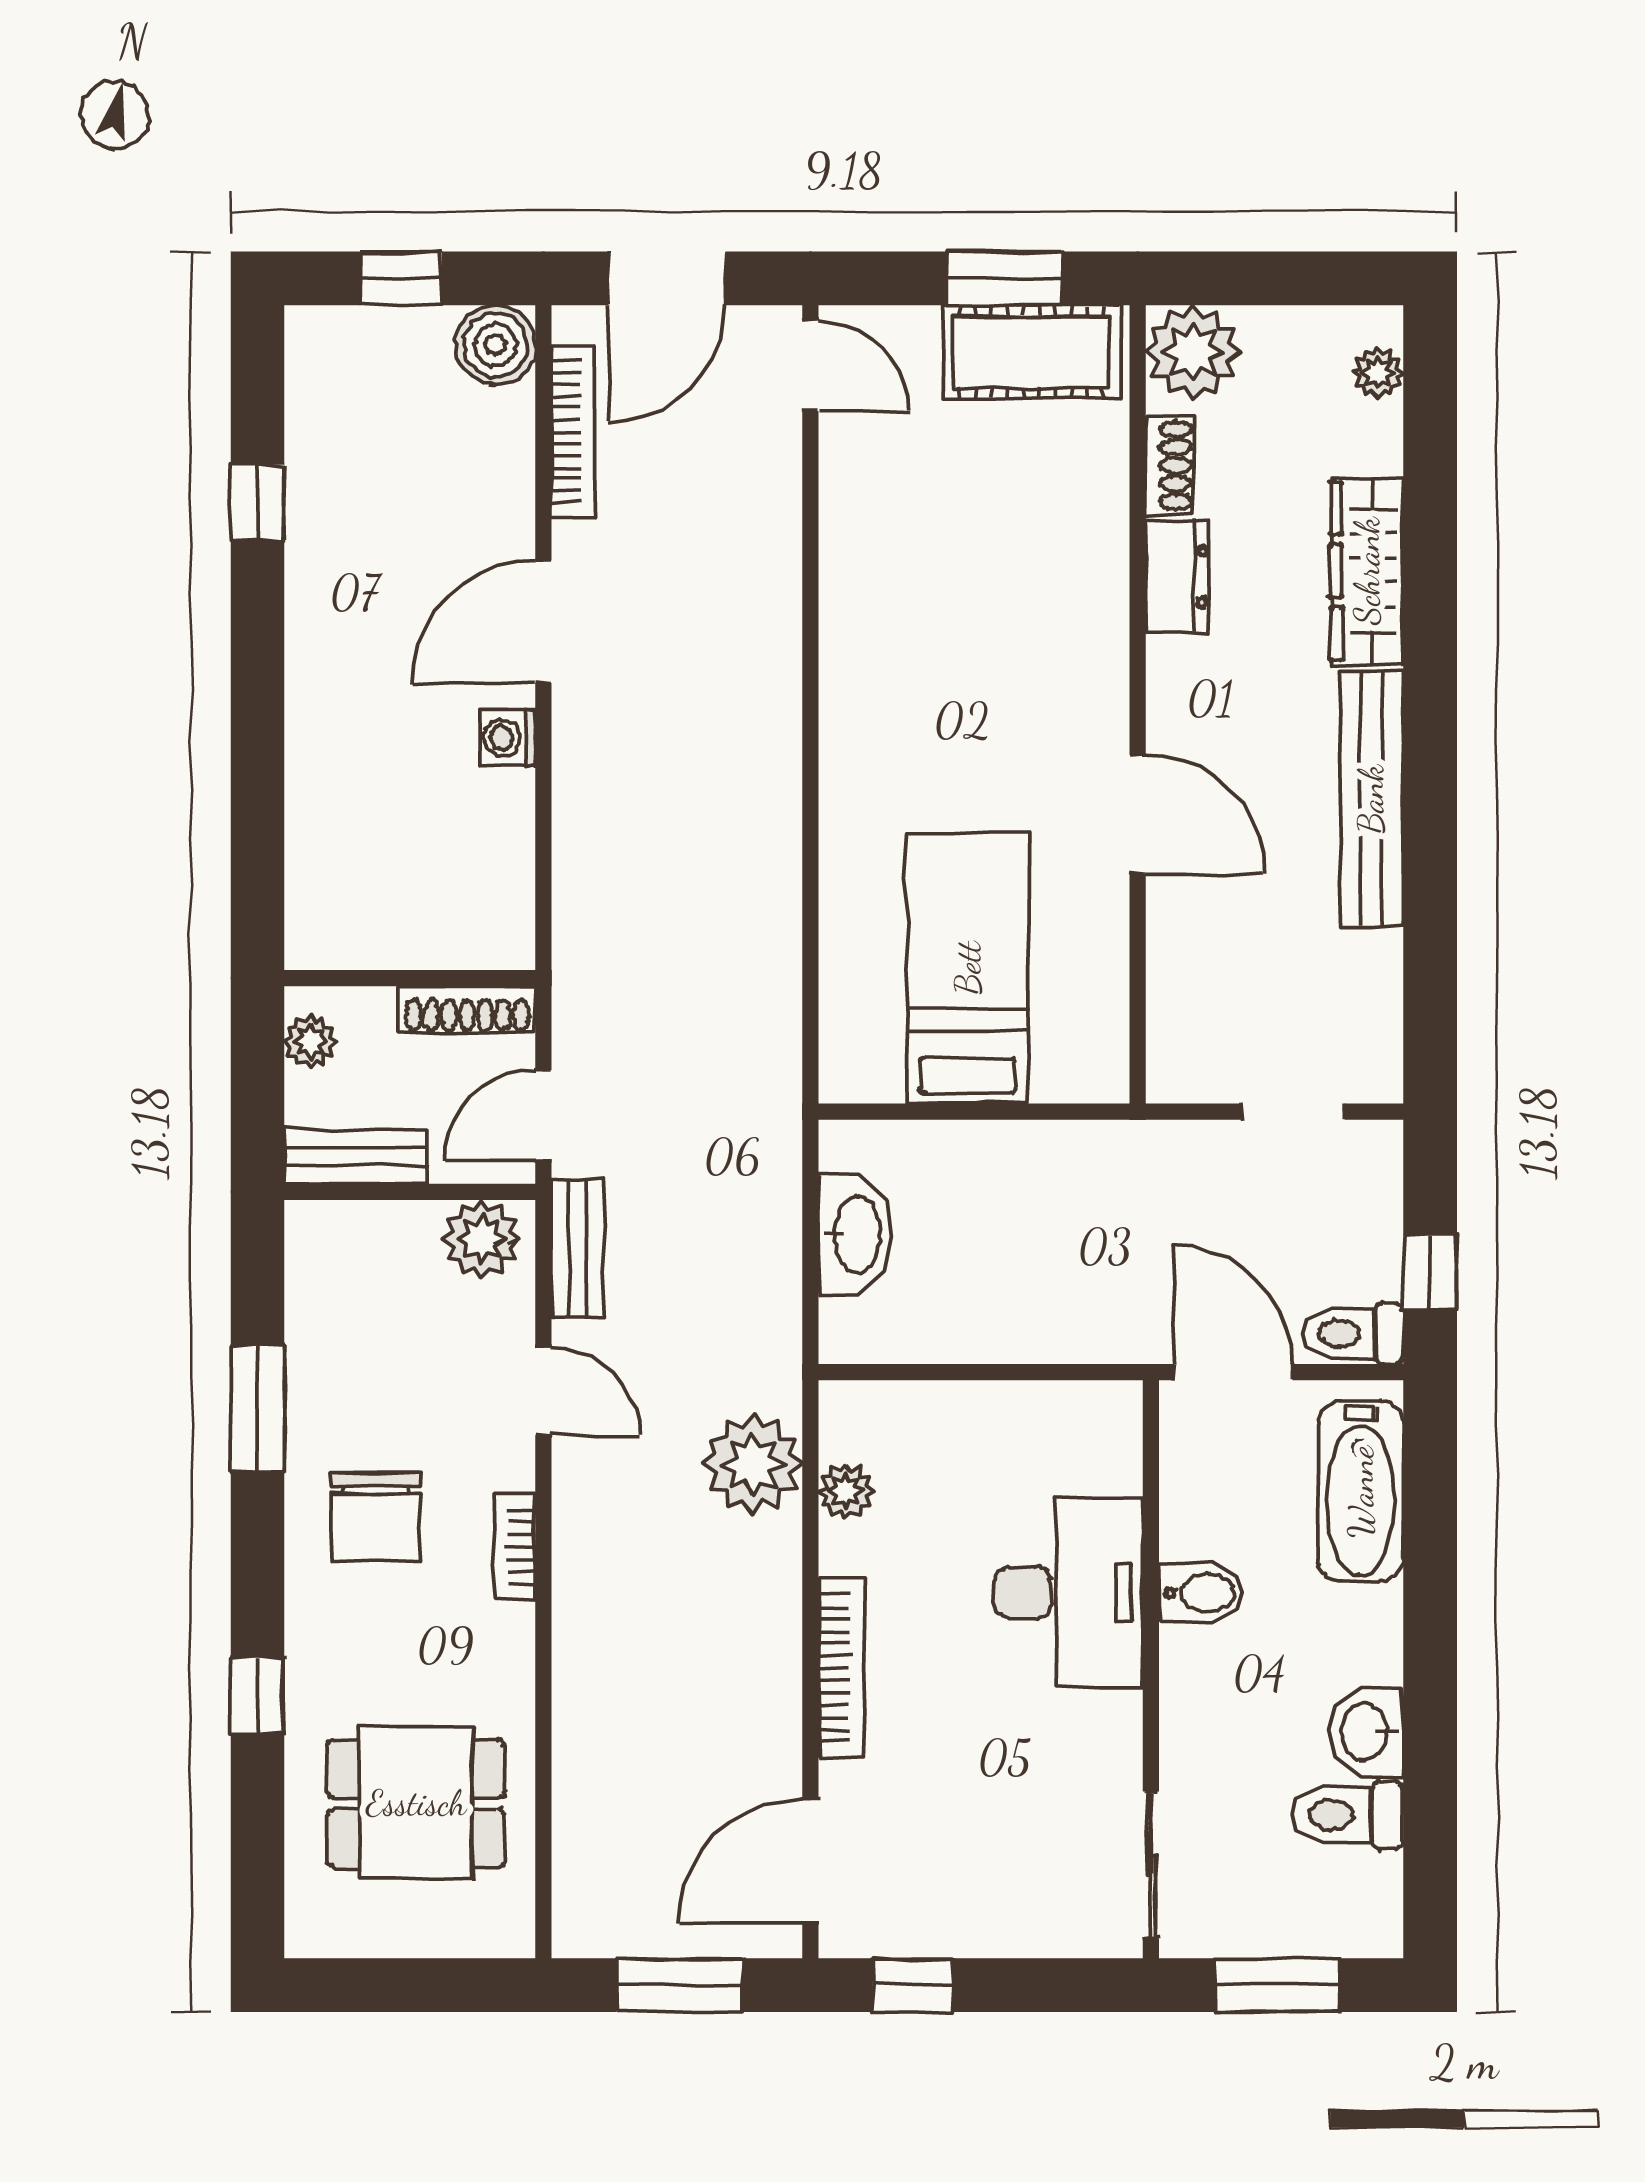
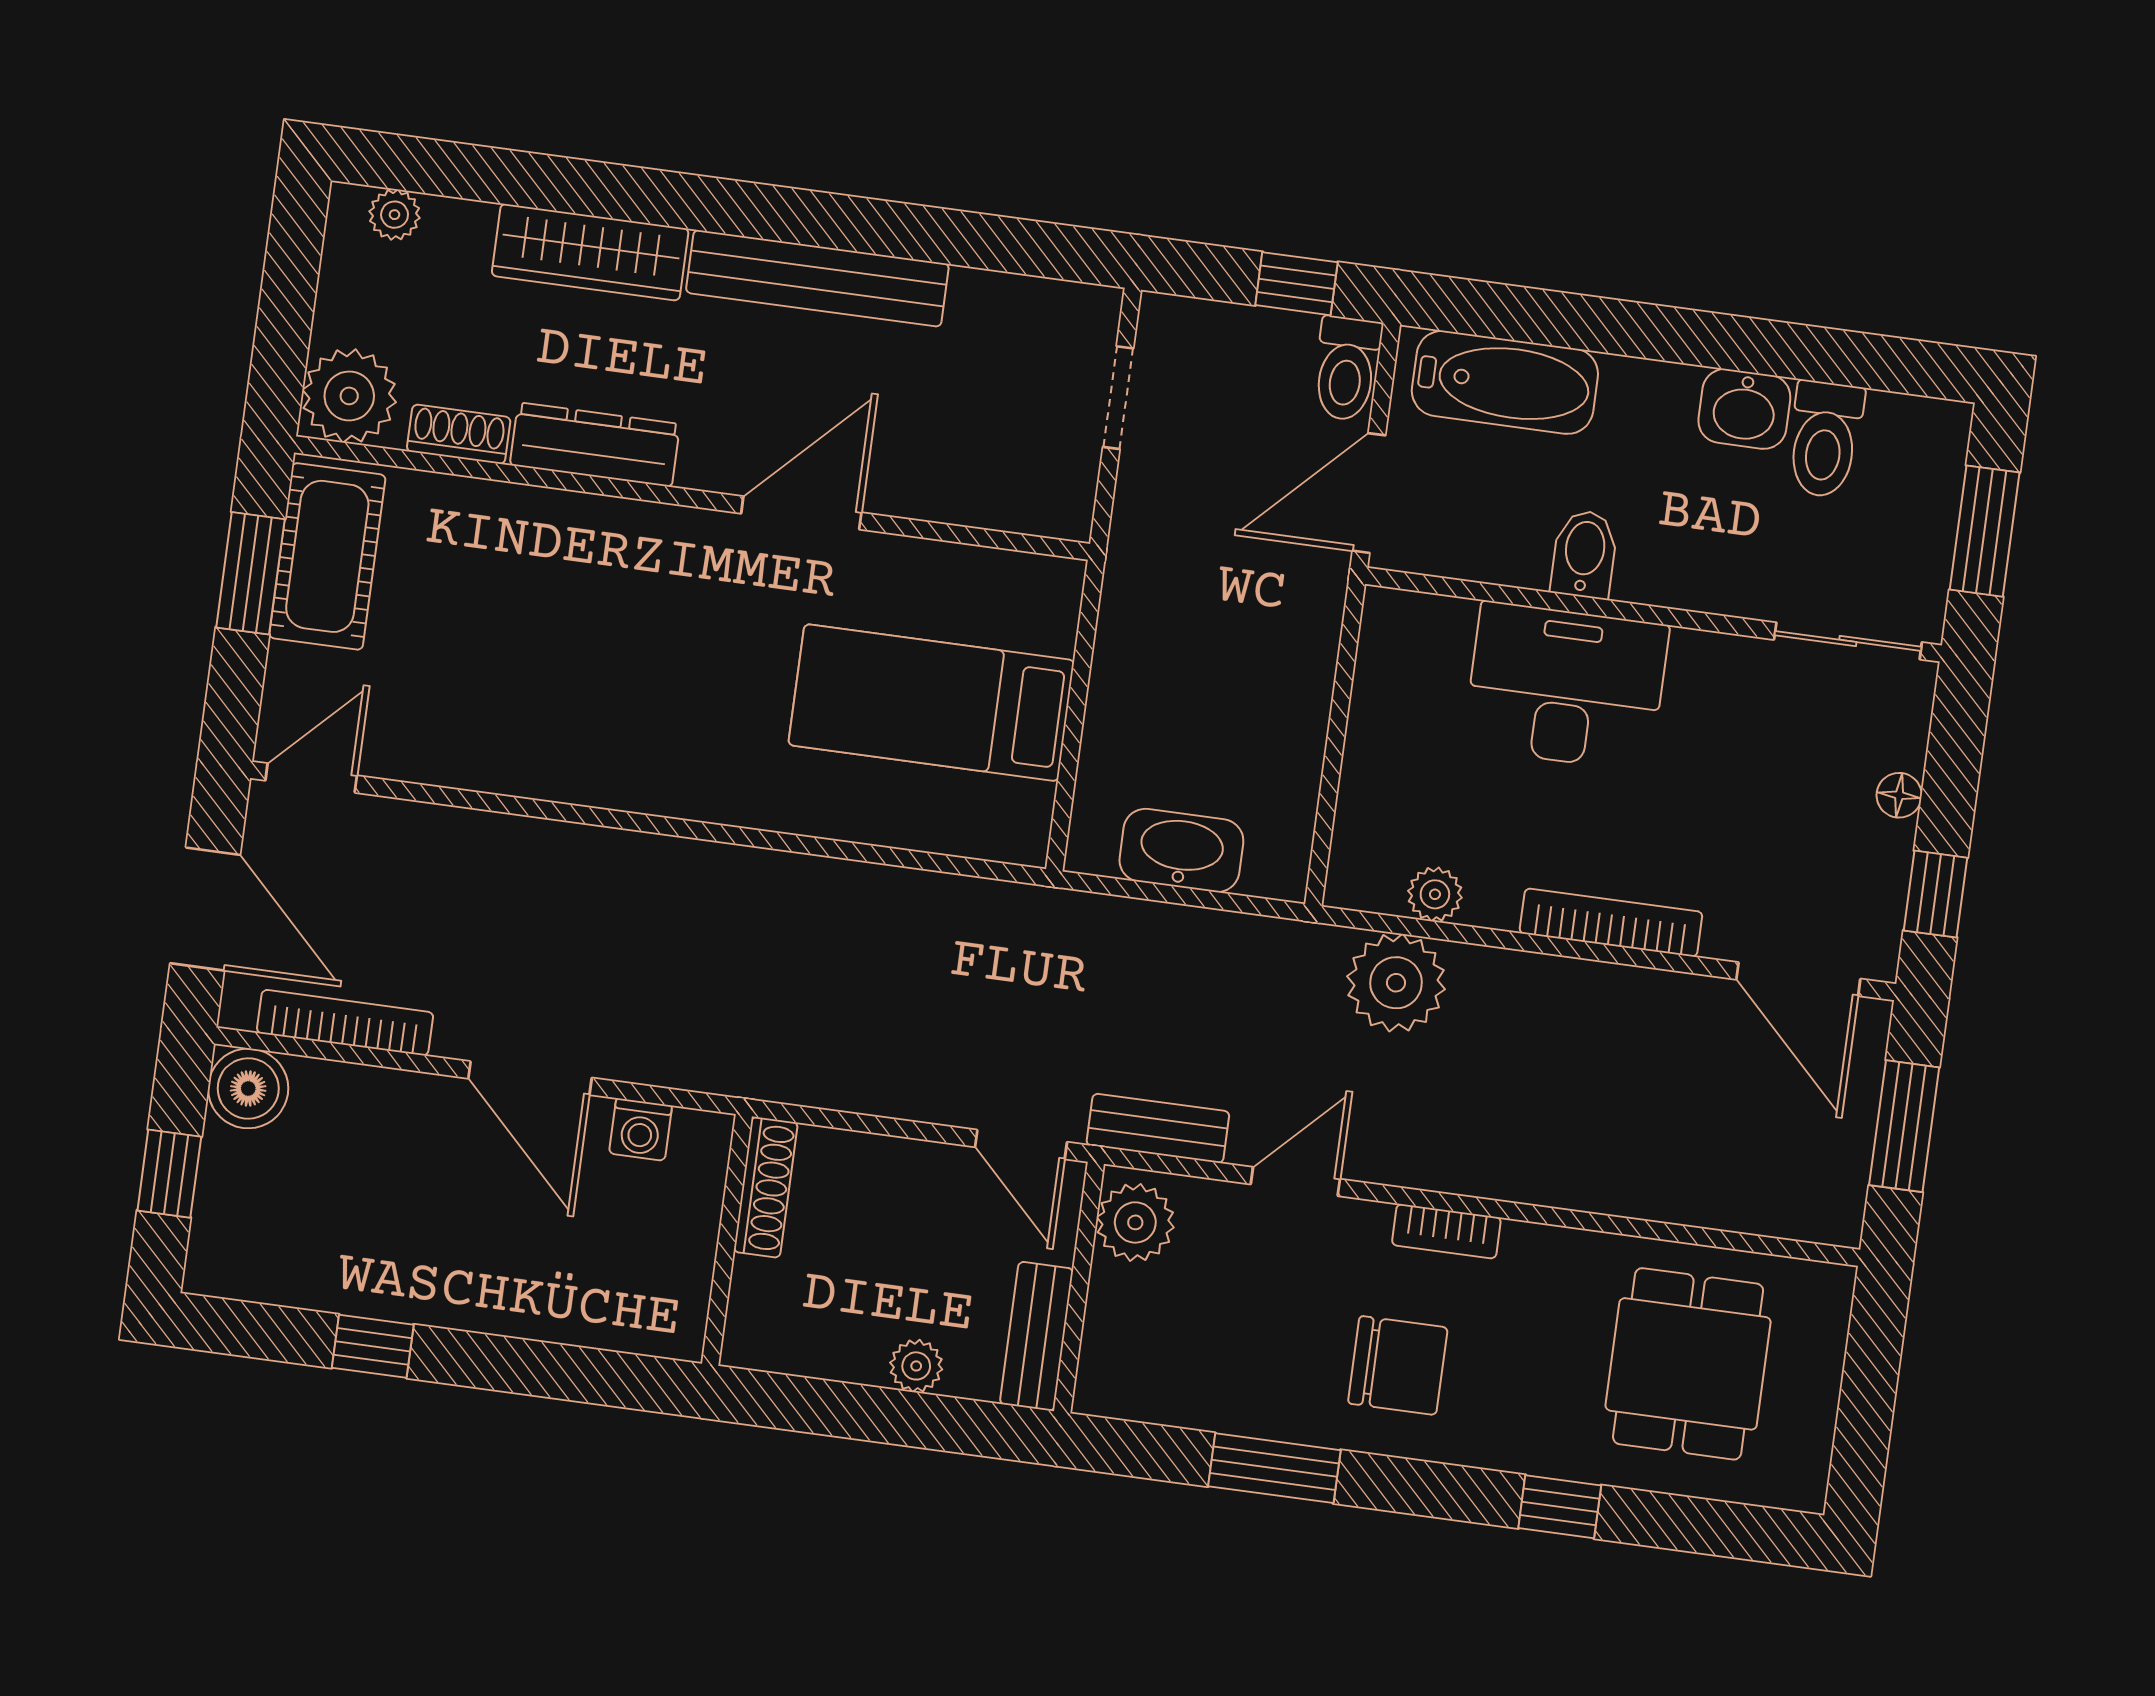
dresser: (1178, 577) -> (595, 445), width x1.44
wall: (410, 978) -> (727, 1240), moved
shoe rack: (467, 1009) -> (766, 1187), moved
floor lamp: (1005, 1936) -> (1899, 795), added

